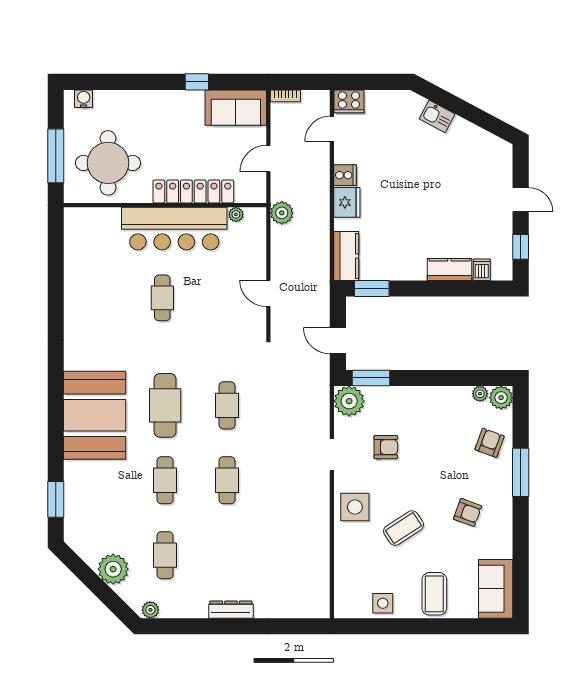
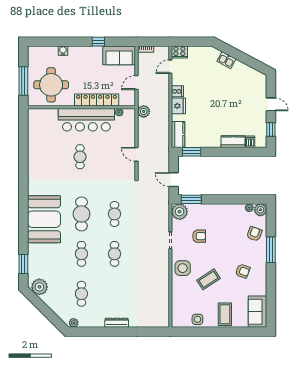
water cooler: (84, 99) -> (63, 51), moved
plant: (113, 569) -> (39, 287), moved

